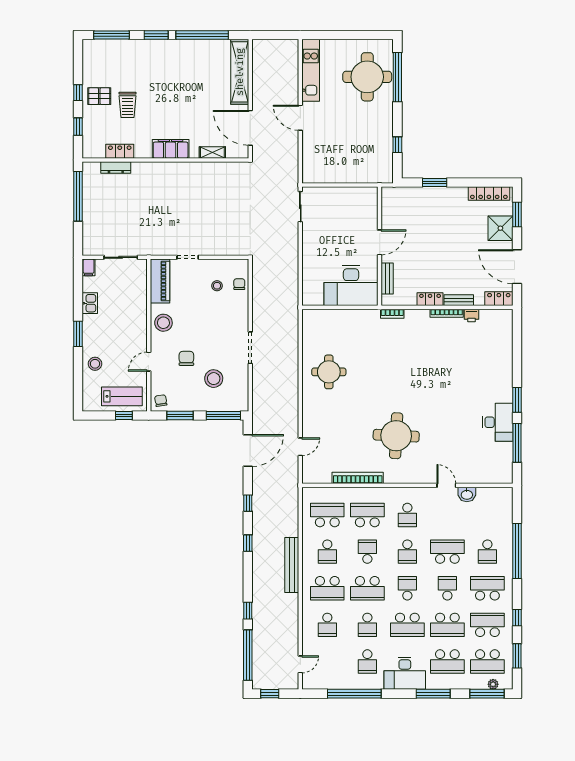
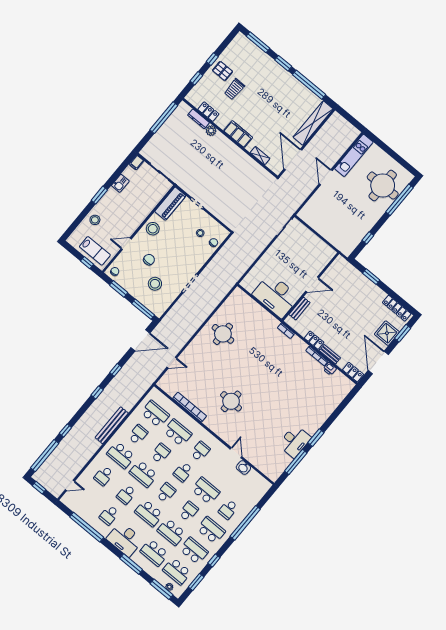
plant: (139, 169) -> (211, 131), added
round table: (396, 436) -> (231, 401), width x0.73, depth x0.73
school desk: (407, 515) -> (200, 451), turned 180
school desk: (327, 552) -> (138, 434), turned 180

